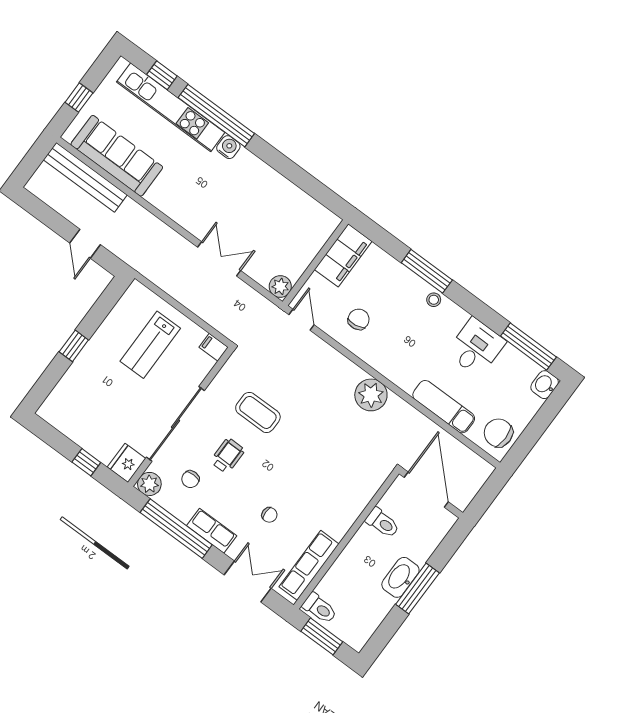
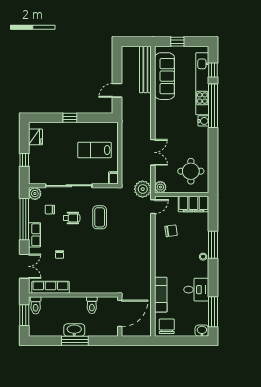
round table: (290, 223) -> (191, 171), added
plant: (371, 395) -> (143, 189), moved
fridge: (127, 463) -> (36, 137), moved, turned 90

